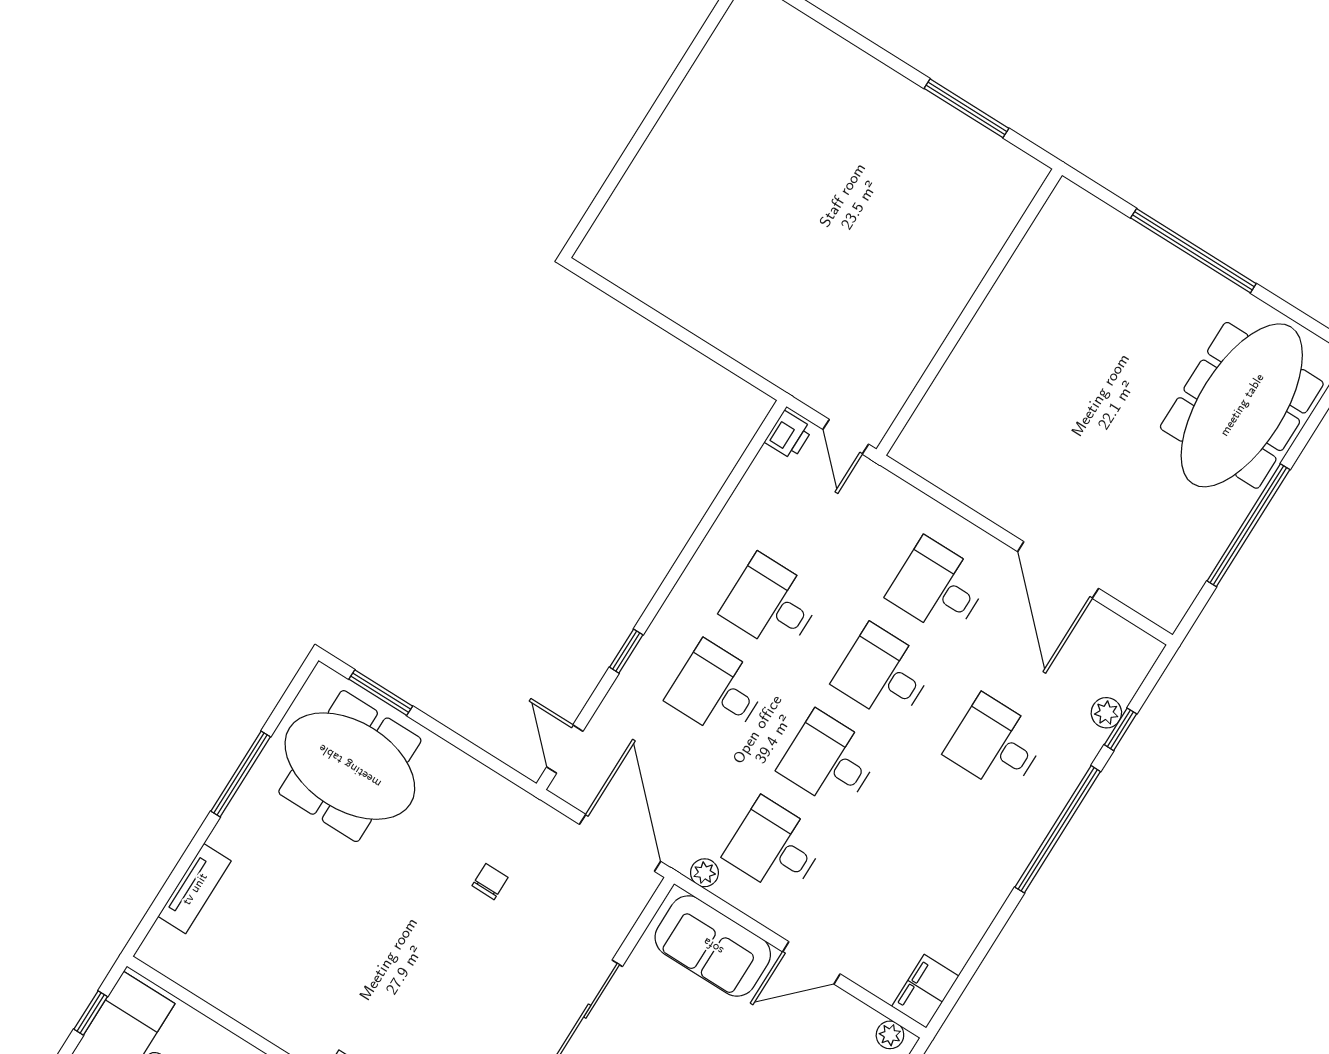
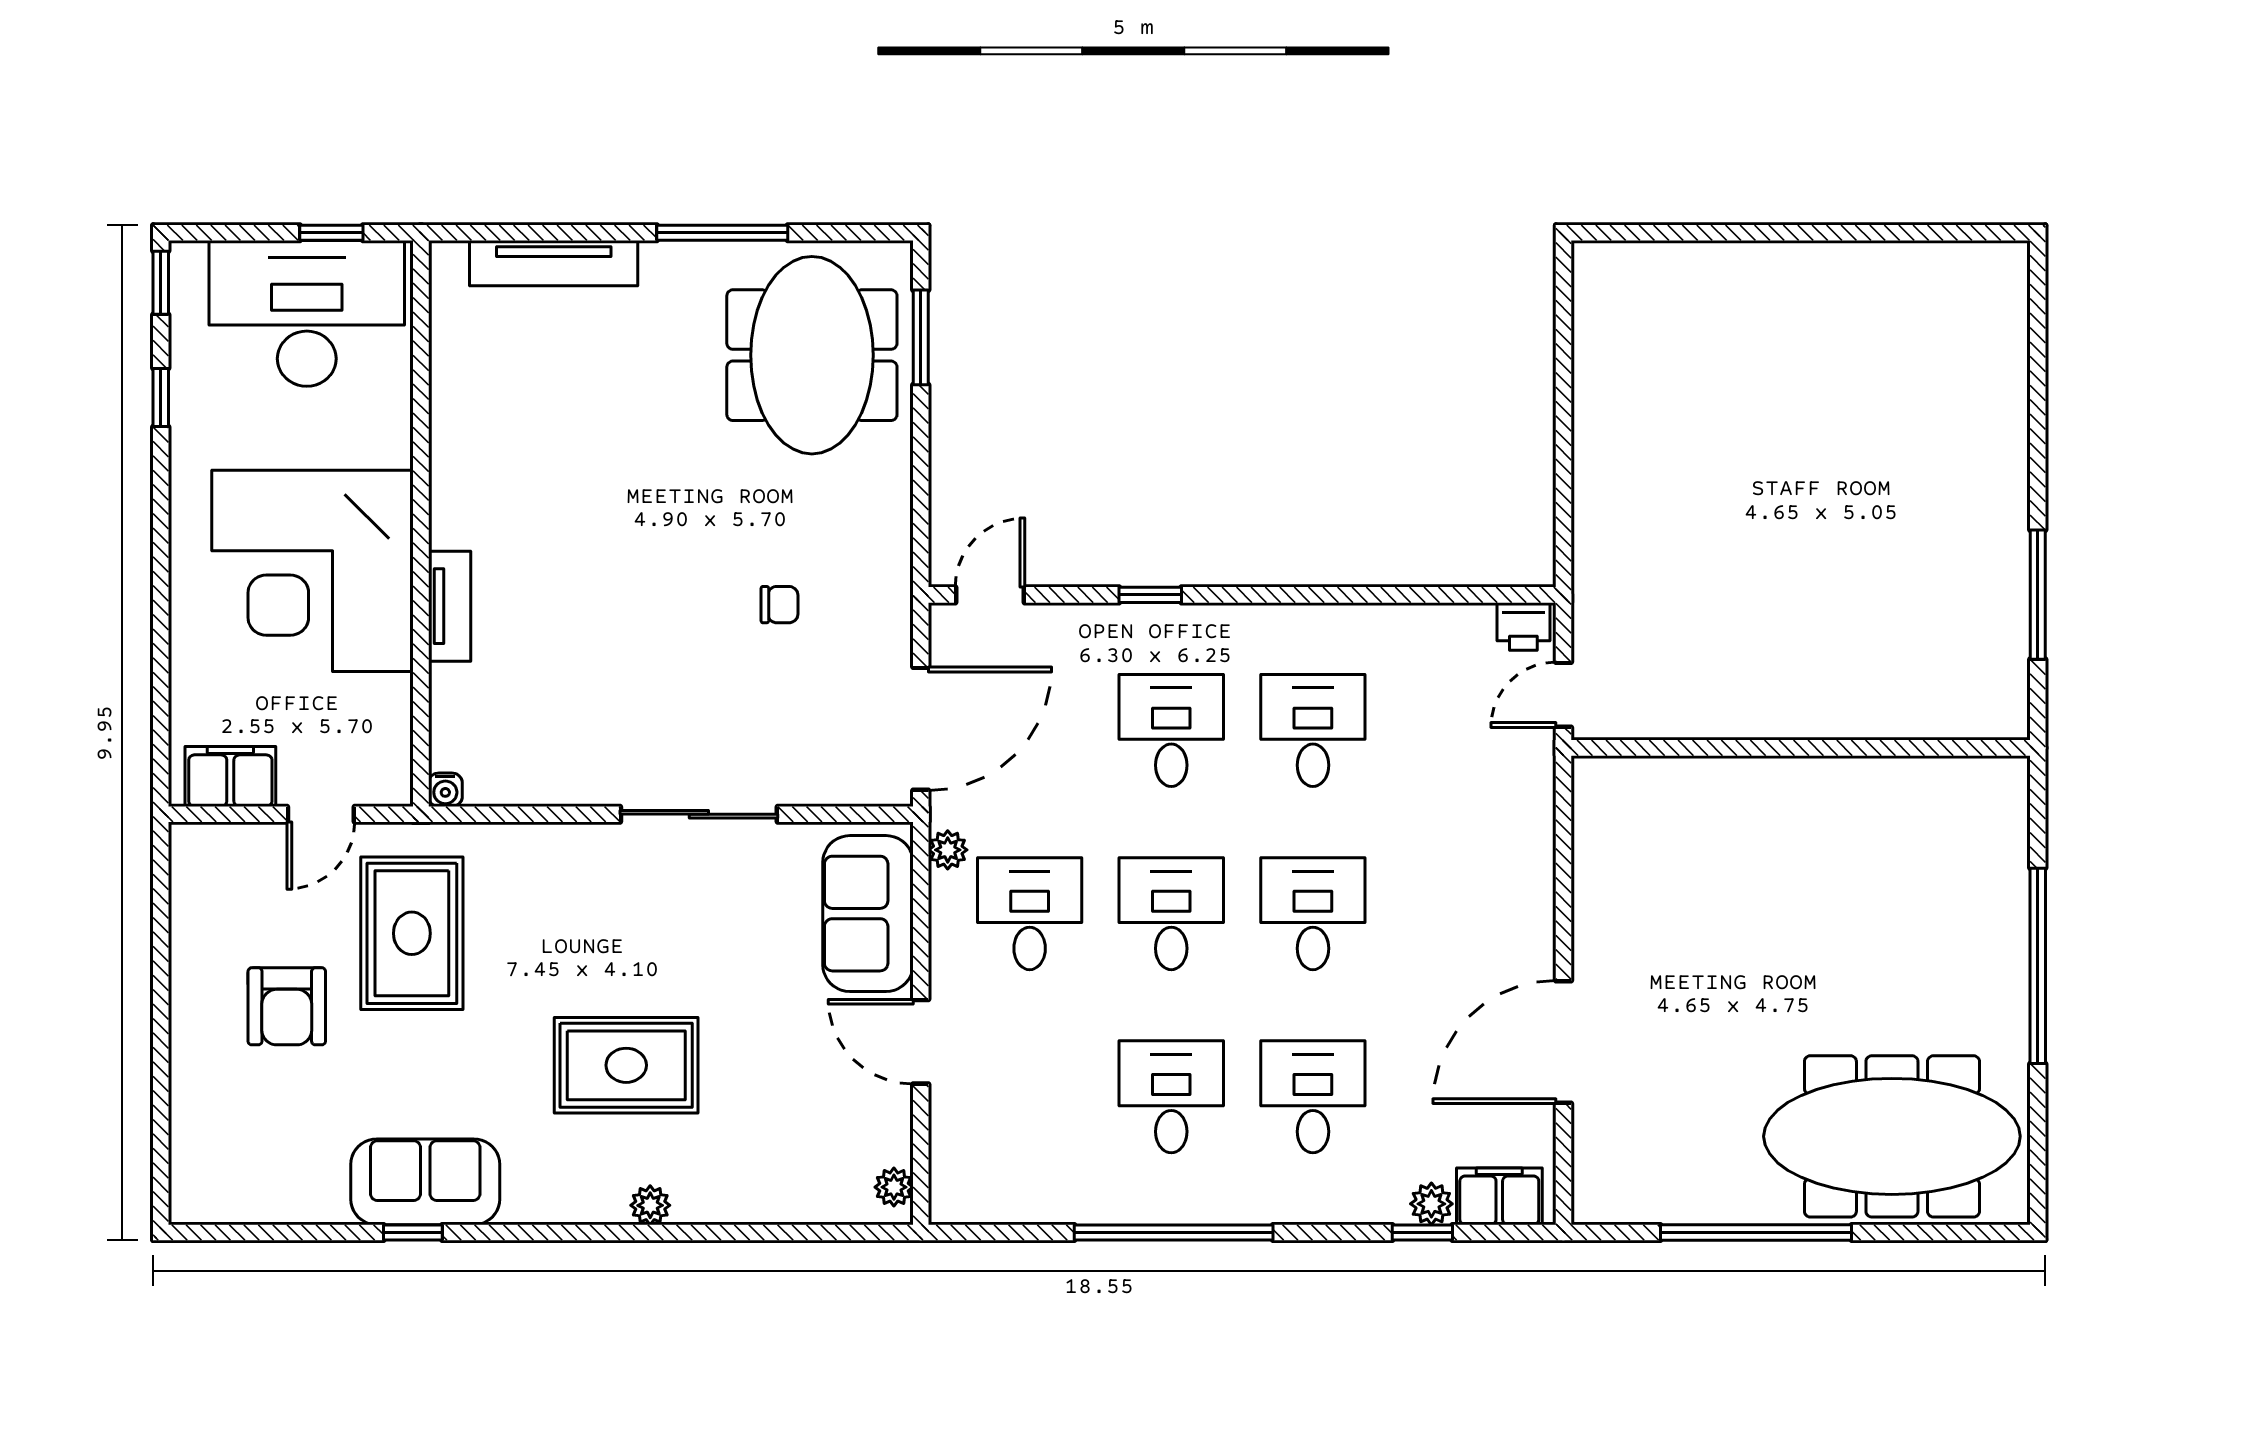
desk: (938, 587) -> (1171, 1097), moved
window: (1058, 829) -> (1174, 1232), moved
tv unit: (195, 889) -> (554, 263), width x1.41
filing cabinet: (925, 991) -> (1499, 1196), moved

